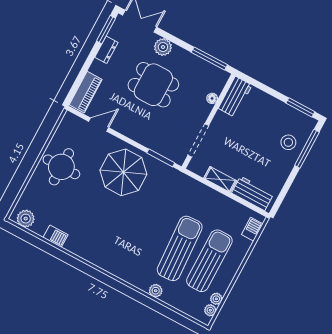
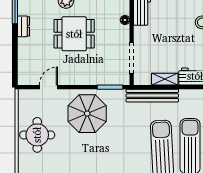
piano: (86, 92) -> (25, 67), removed
bench: (199, 189) -> (152, 96), added

